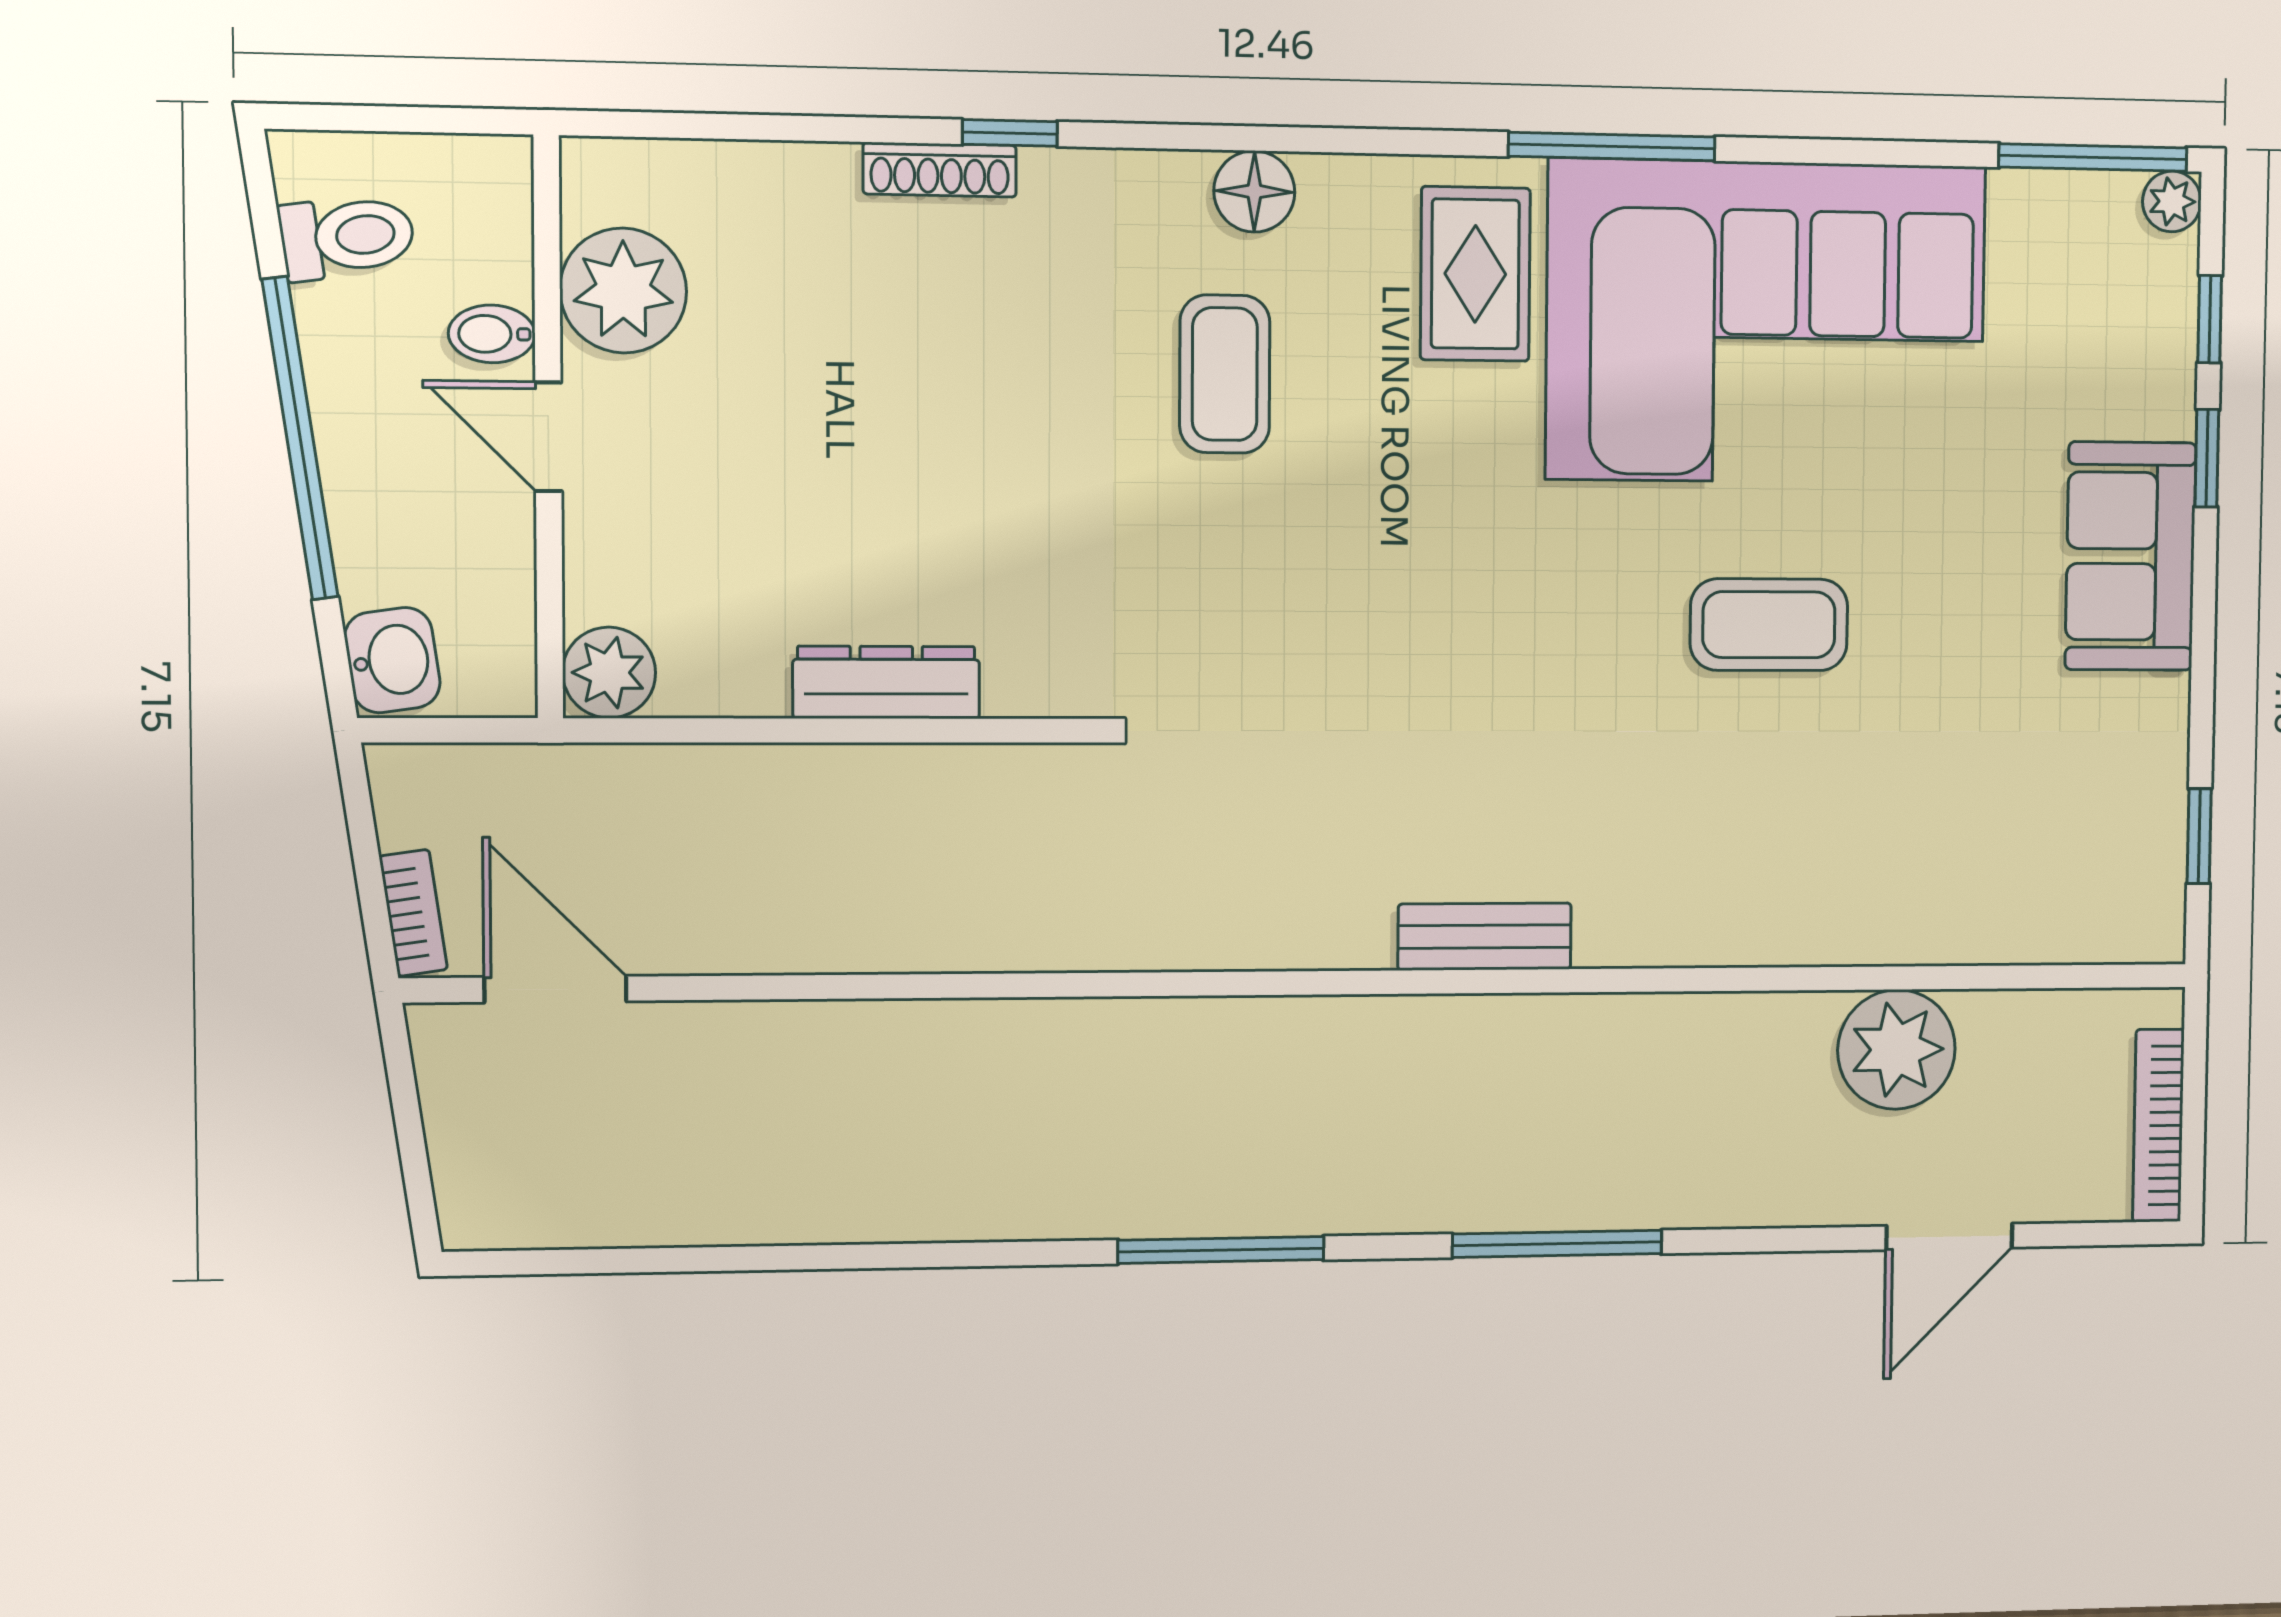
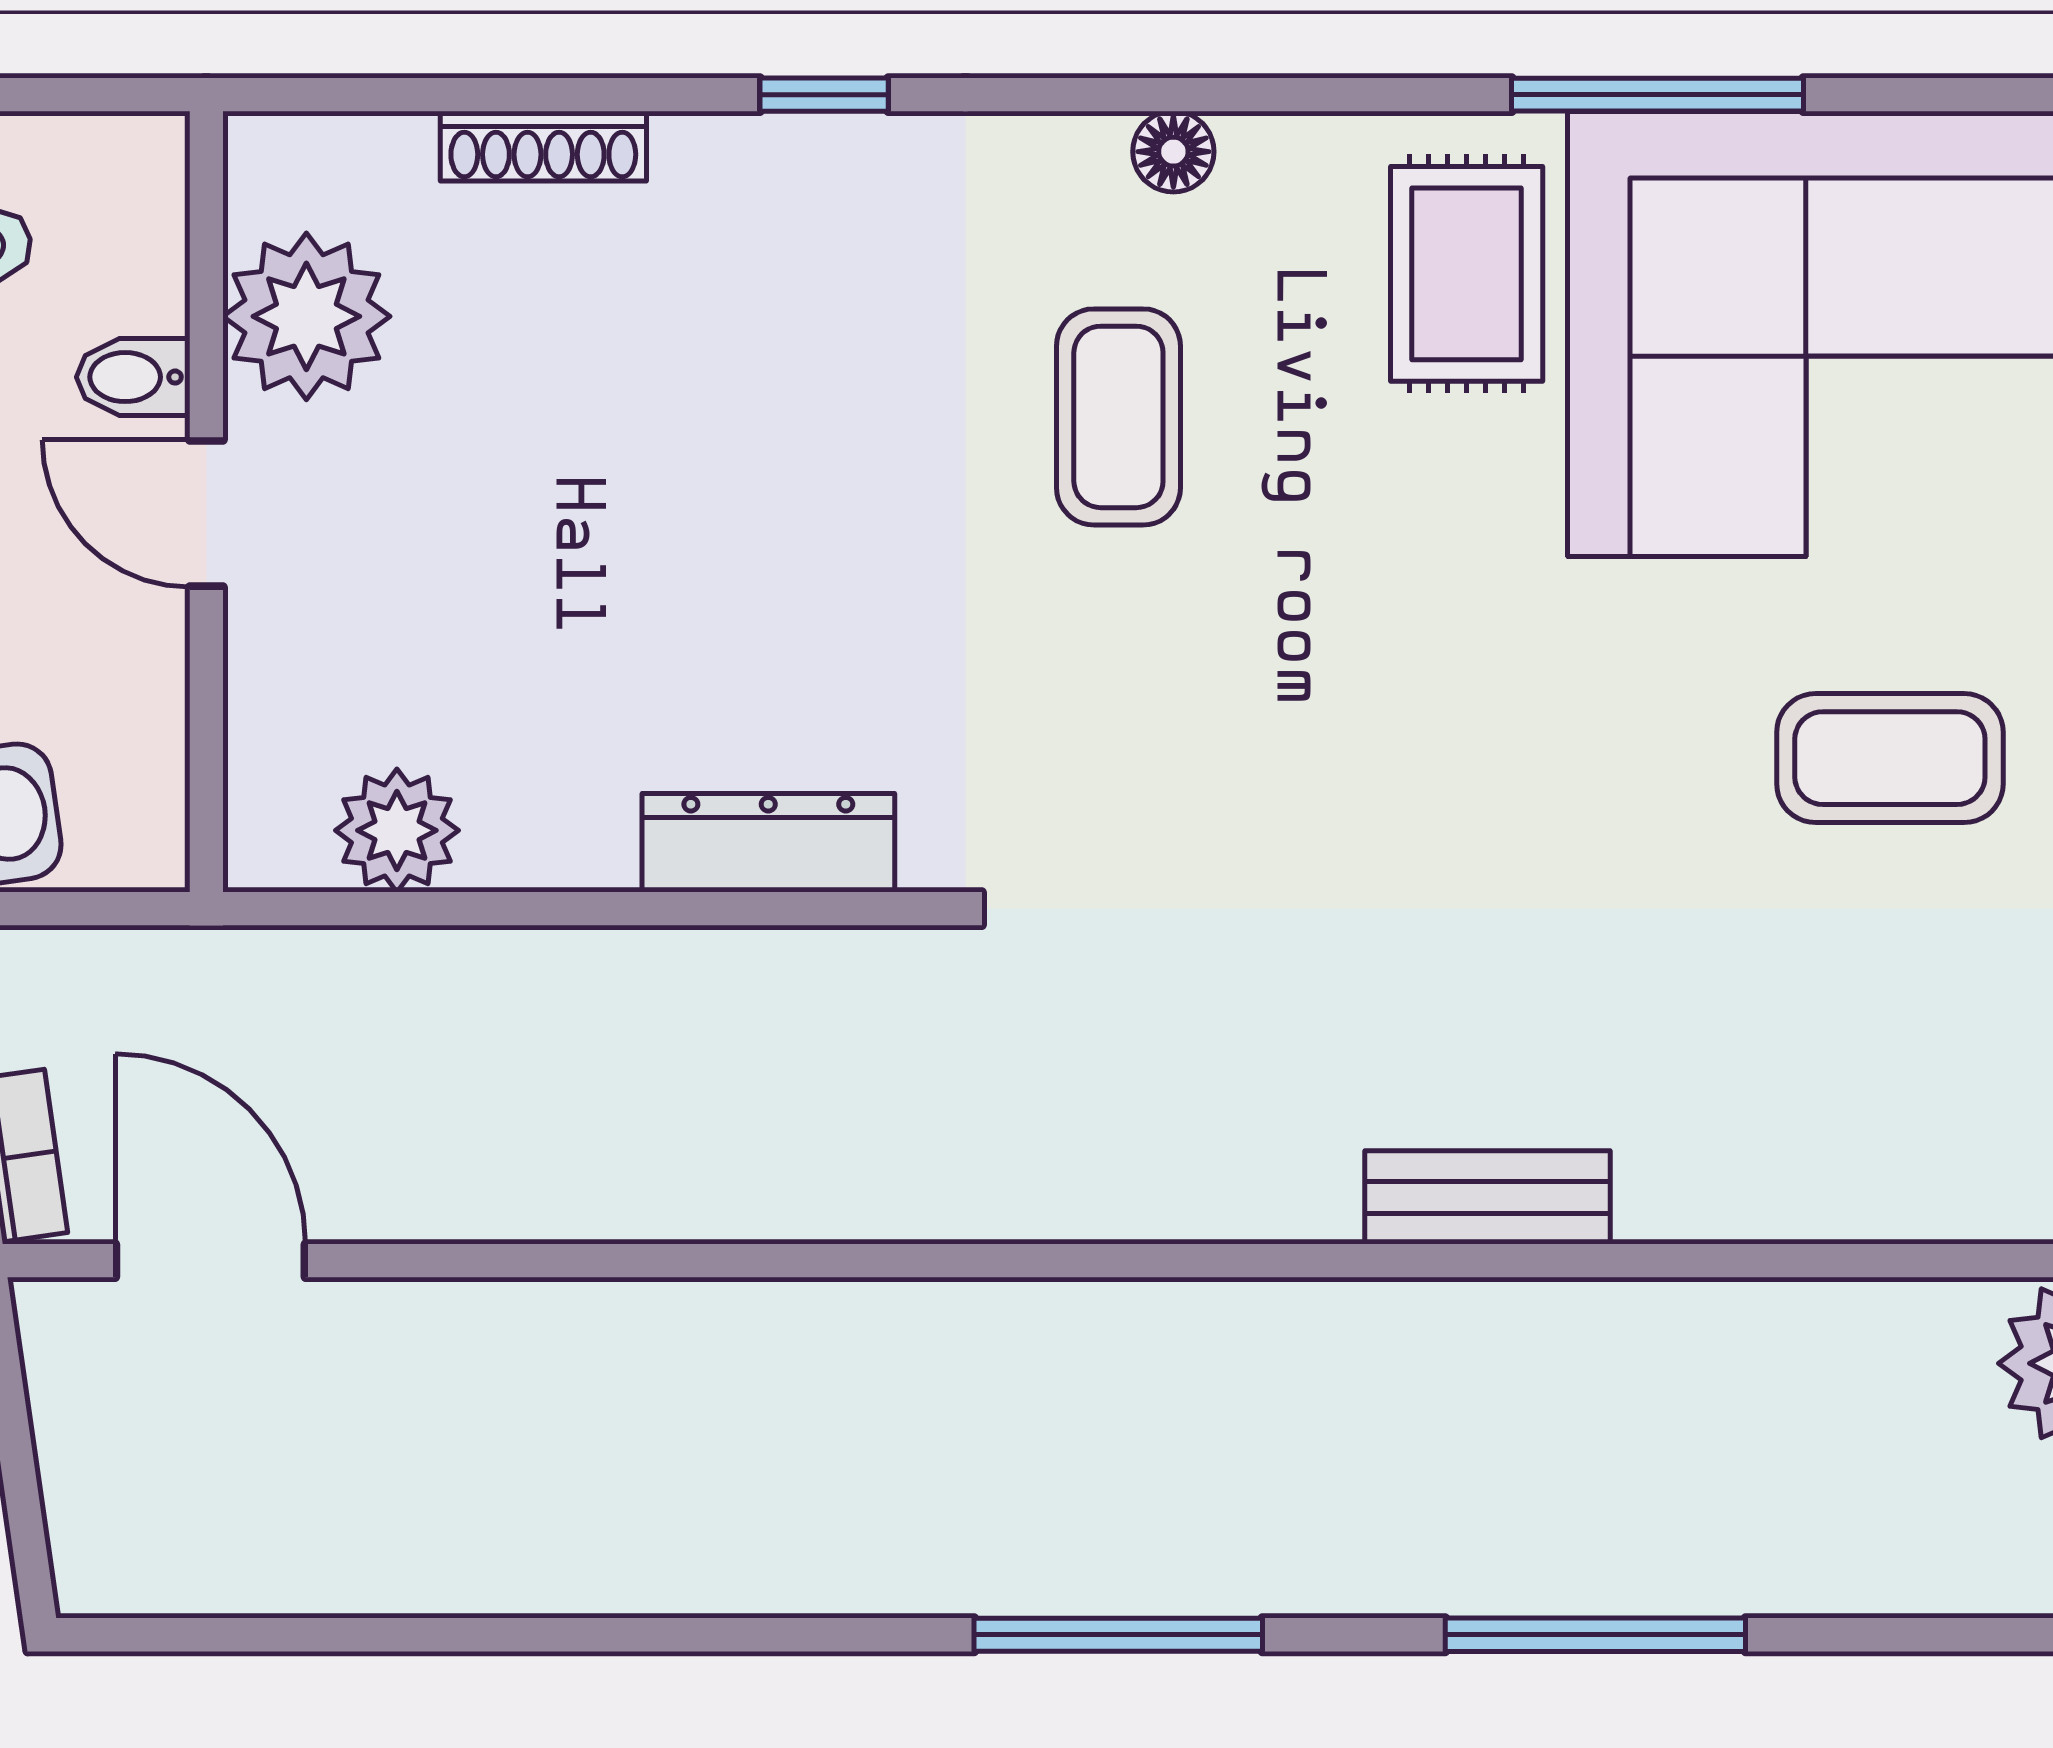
shoe rack: (940, 170) -> (543, 146), moved
floor lamp: (1254, 191) -> (1173, 152), width x0.73, depth x0.73
plant: (609, 673) -> (397, 830), moved
dresser: (886, 682) -> (768, 843), moved

